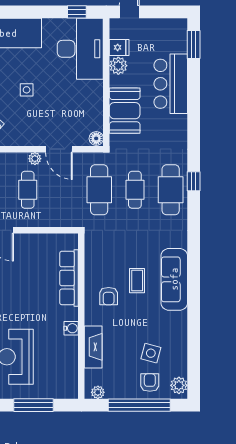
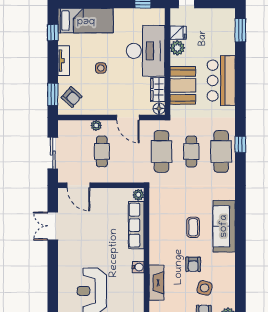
desk: (80, 49) -> (146, 51), moved
bar counter: (171, 84) -> (221, 81), moved
wardrobe: (95, 116) -> (158, 90), added
plant: (35, 159) -> (96, 125), moved
plant: (72, 242) -> (138, 195), added
armchair: (109, 296) -> (193, 264), moved

